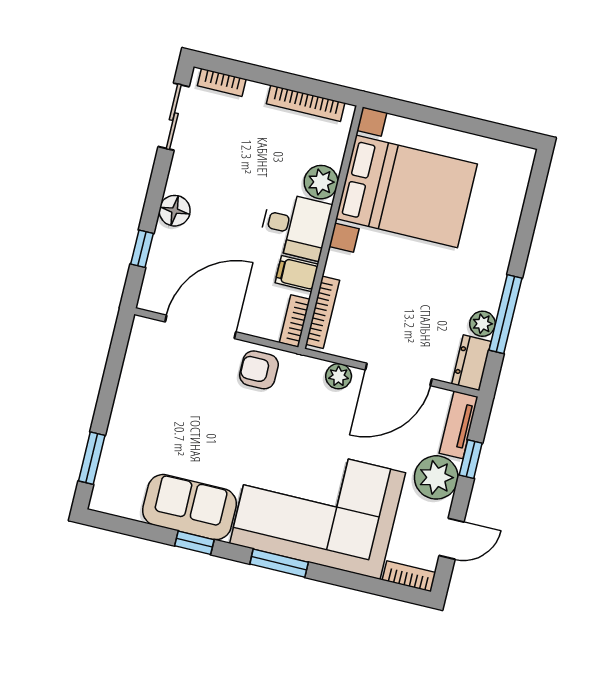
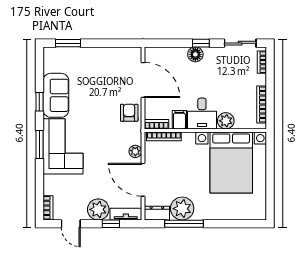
window: (142, 249) -> (201, 43), moved
plant: (482, 324) -> (182, 209), width x1.87, depth x1.87
corner sofa: (318, 508) -> (63, 146), width x0.73, depth x0.74

